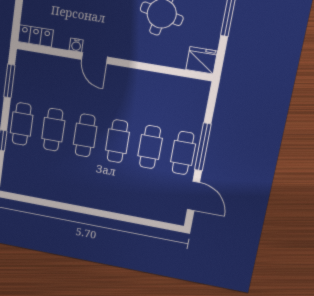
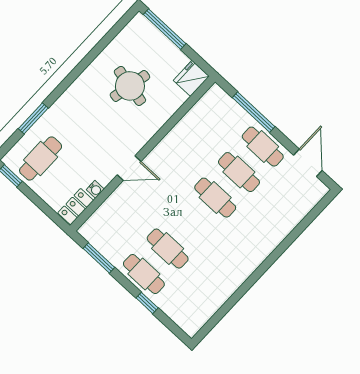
water cooler: (76, 45) -> (95, 189), moved
cafe table: (85, 135) -> (191, 223), removed
window: (203, 147) -> (254, 112), moved
door: (193, 196) -> (308, 163), hinge flipped

